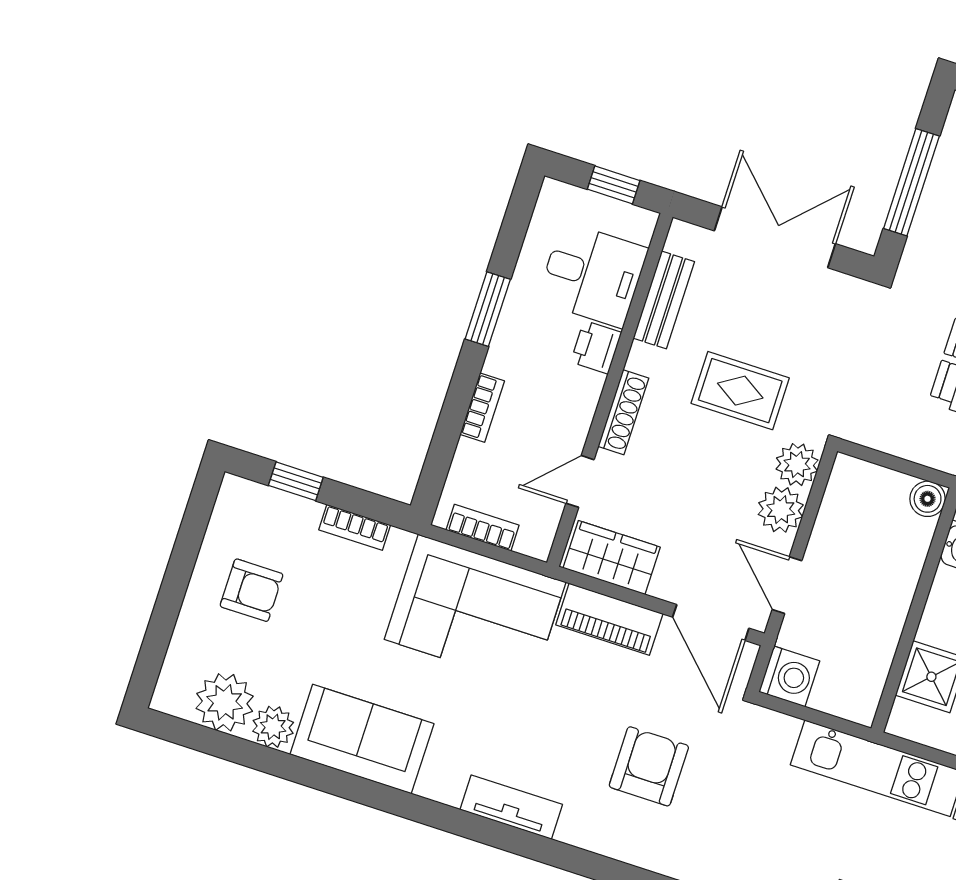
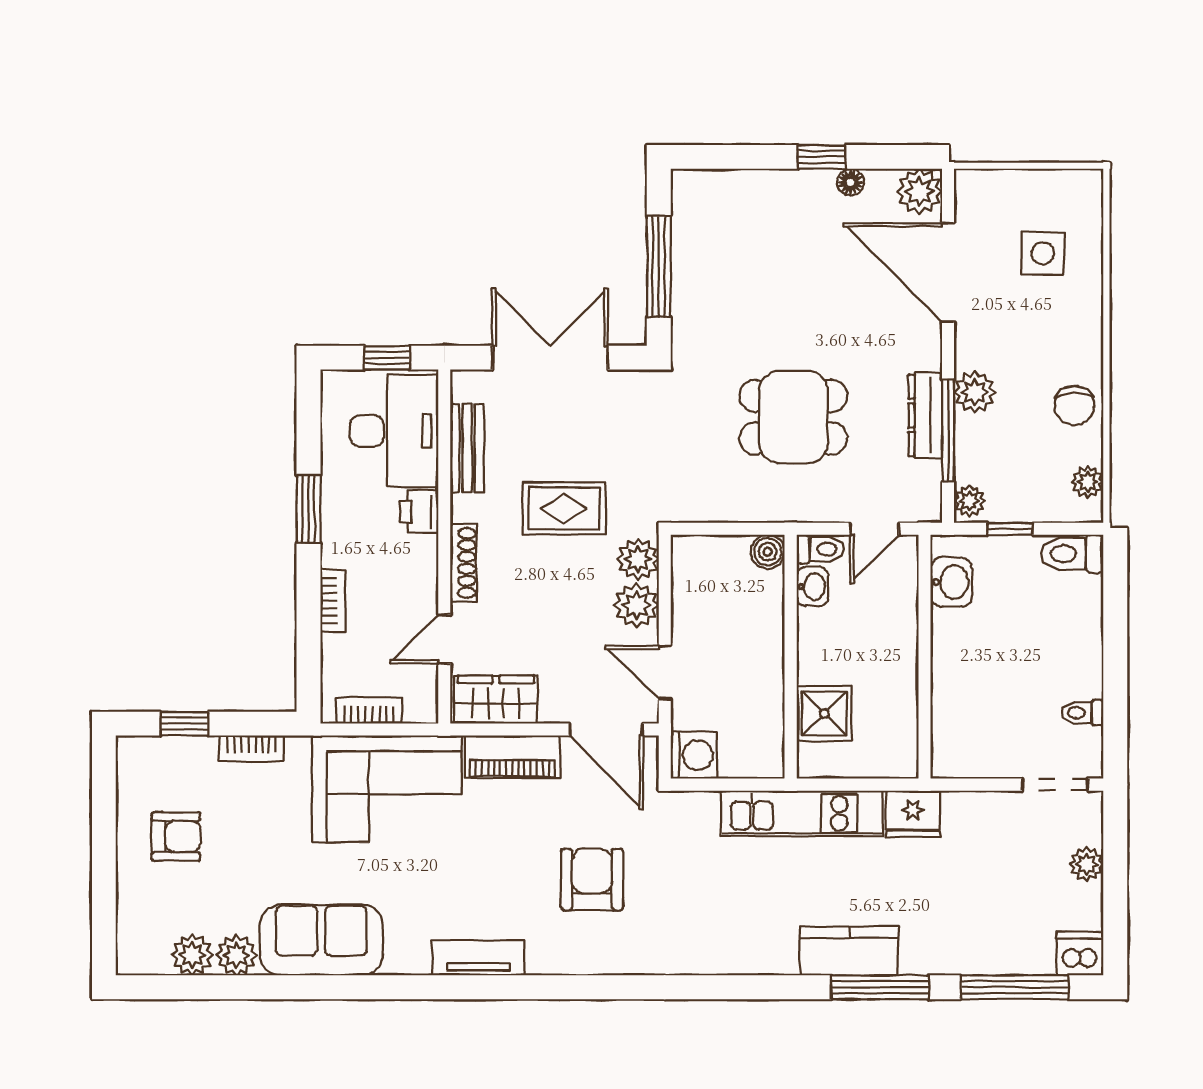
desk: (592, 275) -> (394, 431), width x1.37
plant: (225, 702) -> (192, 955), width x0.73, depth x0.73

